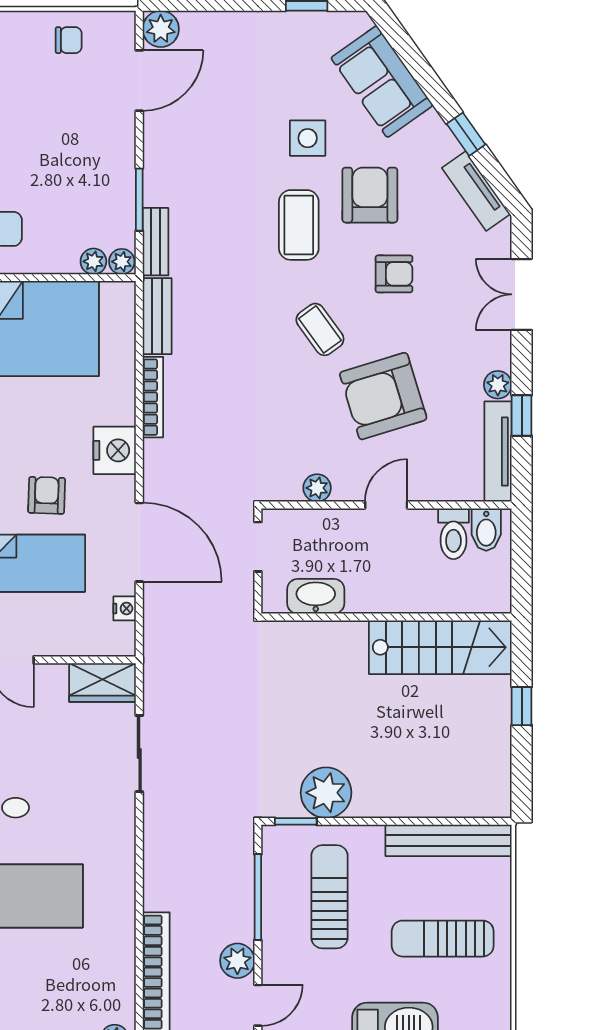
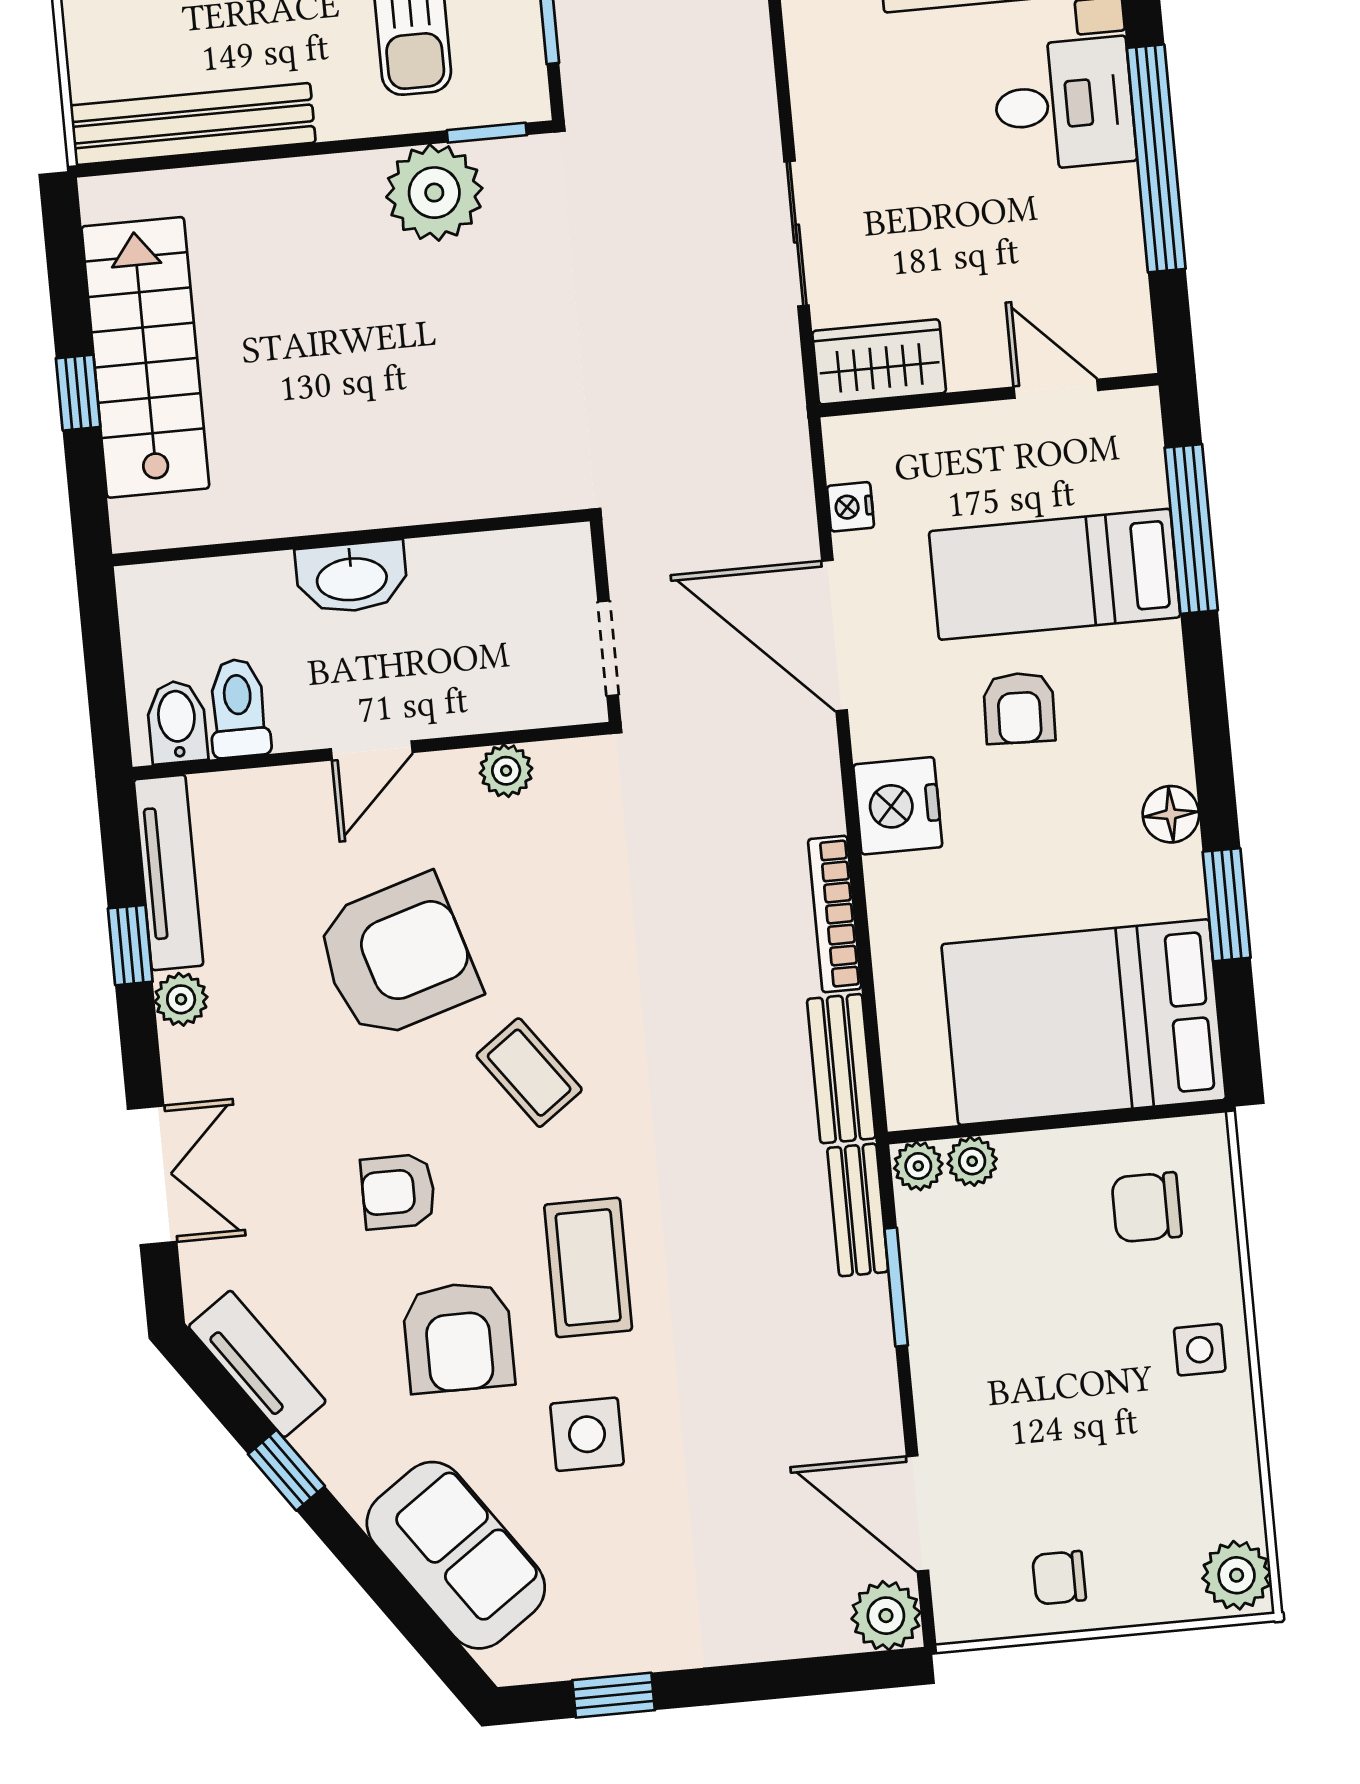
door: (139, 81) -> (918, 1513), hinge flipped
washbasin: (316, 596) -> (352, 577), moved
stairs: (440, 647) -> (145, 357), moved, turned 90

